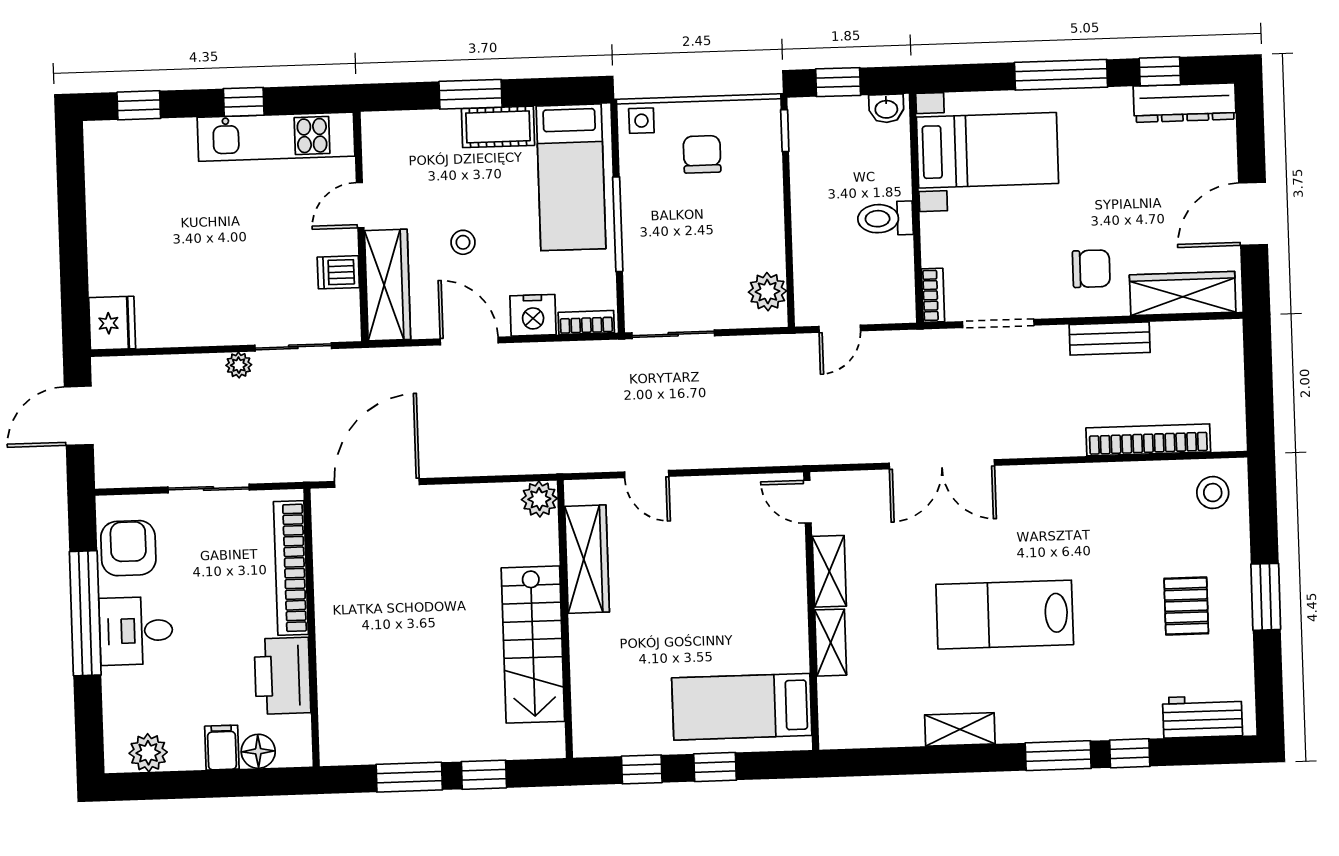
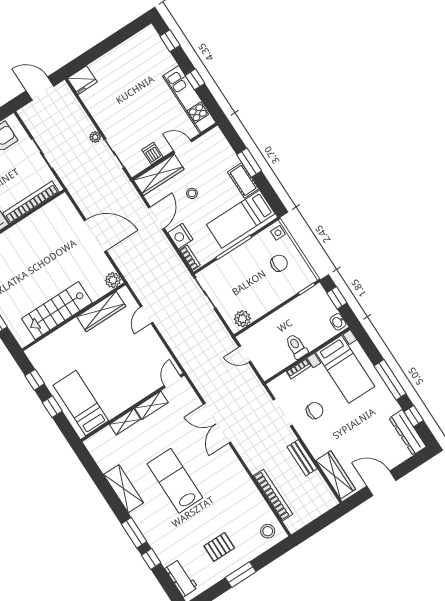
chair: (1091, 269) -> (315, 411), moved, turned -90
bookcase: (933, 295) -> (298, 369), moved
door: (377, 483) -> (95, 236), moved
shelving: (960, 729) -> (124, 489), width x1.50, depth x1.33

